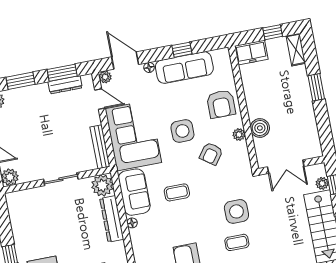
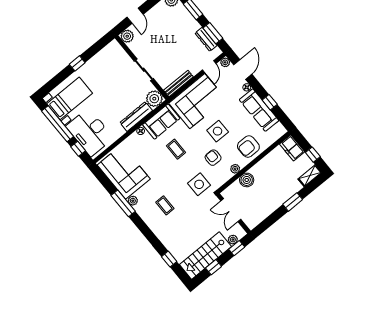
armchair: (211, 154) -> (213, 158), turned 54
side table: (236, 211) -> (199, 184), moved

